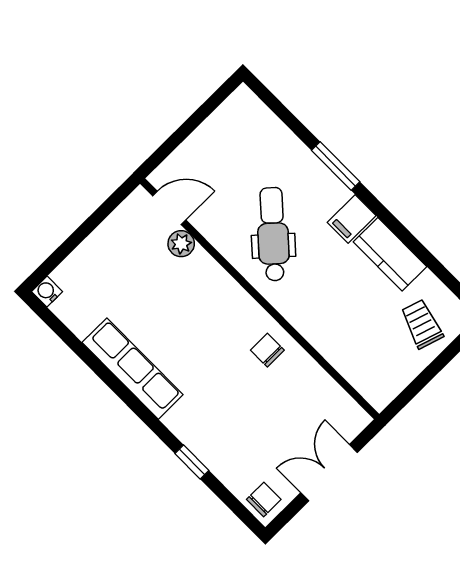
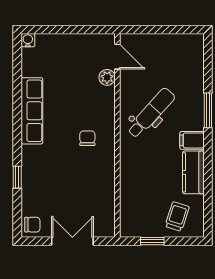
chair: (267, 350) -> (87, 138), moved
window: (421, 381) -> (152, 241), added

